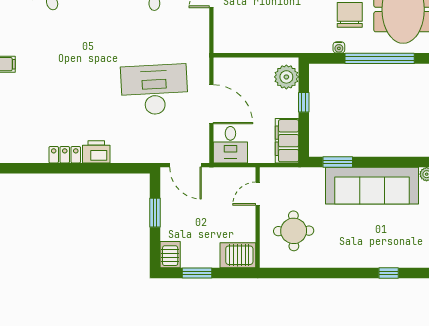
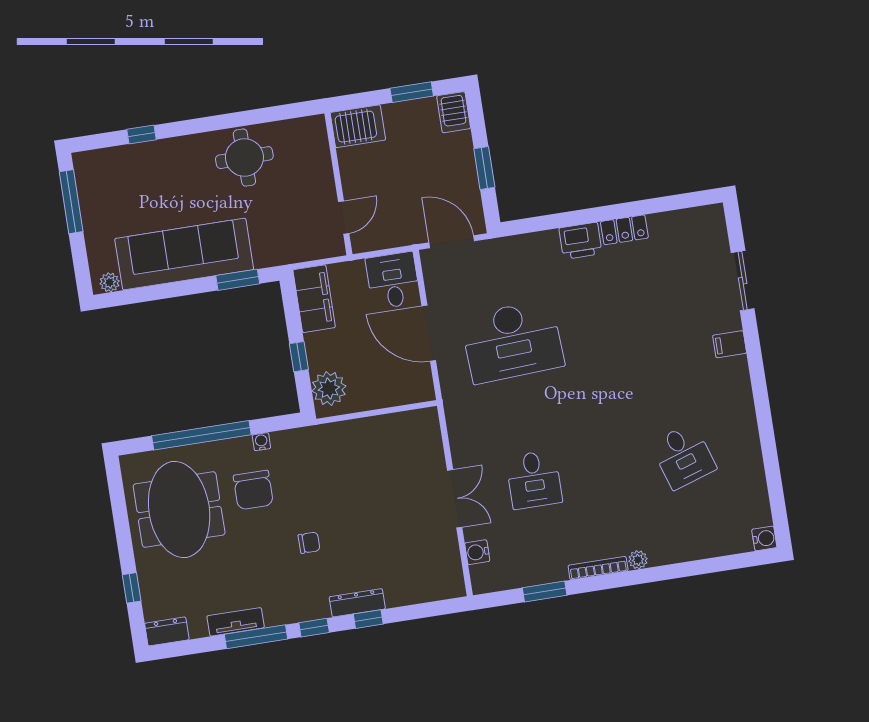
round table: (294, 231) -> (244, 158), moved

